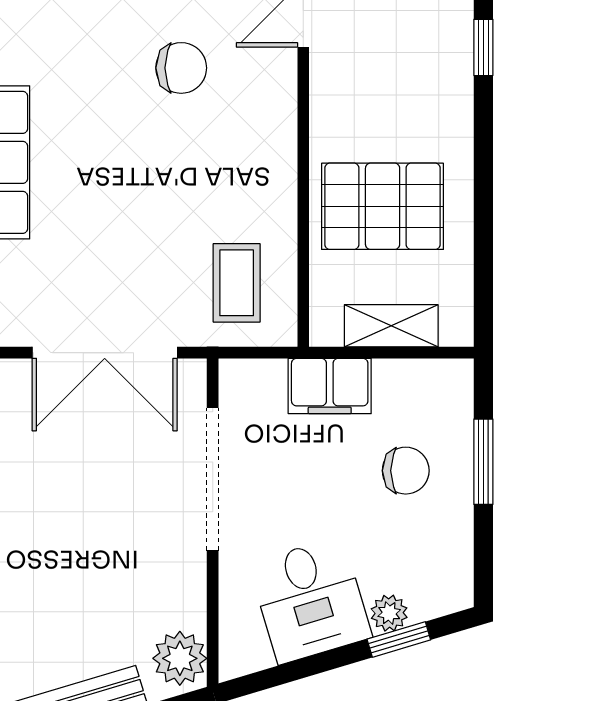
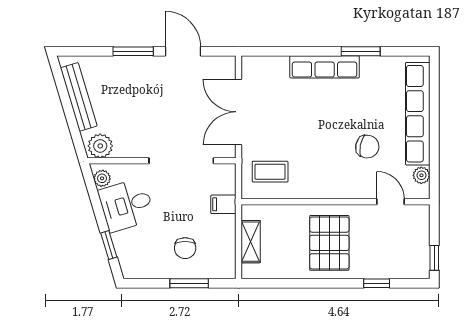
chair: (181, 68) -> (367, 147), turned -78
pallet: (383, 206) -> (329, 243), moved
filing cabinet: (330, 386) -> (223, 204), width x0.50
plant: (389, 613) -> (102, 178), moved

